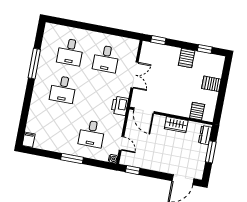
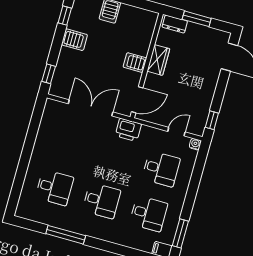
desk: (106, 59) -> (149, 214), moved
double door: (135, 75) -> (91, 108), width x1.37
server rack: (197, 111) -> (135, 63), moved
window: (72, 159) -> (180, 233), moved

